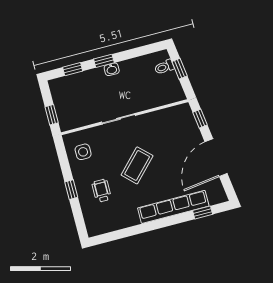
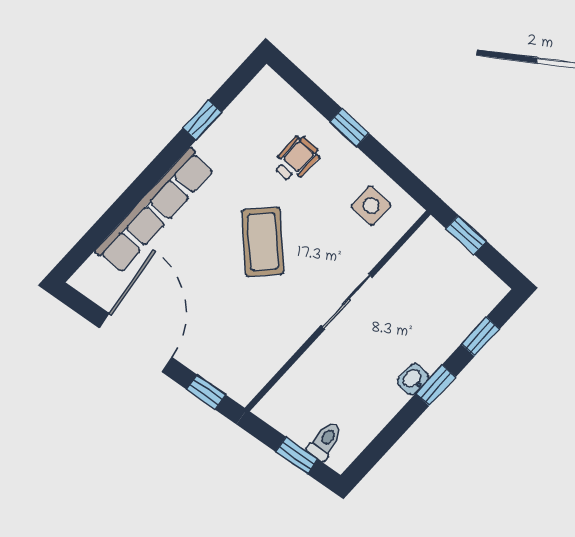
wheelchair: (102, 191) -> (296, 159), turned -90
window: (203, 212) -> (202, 120), moved

